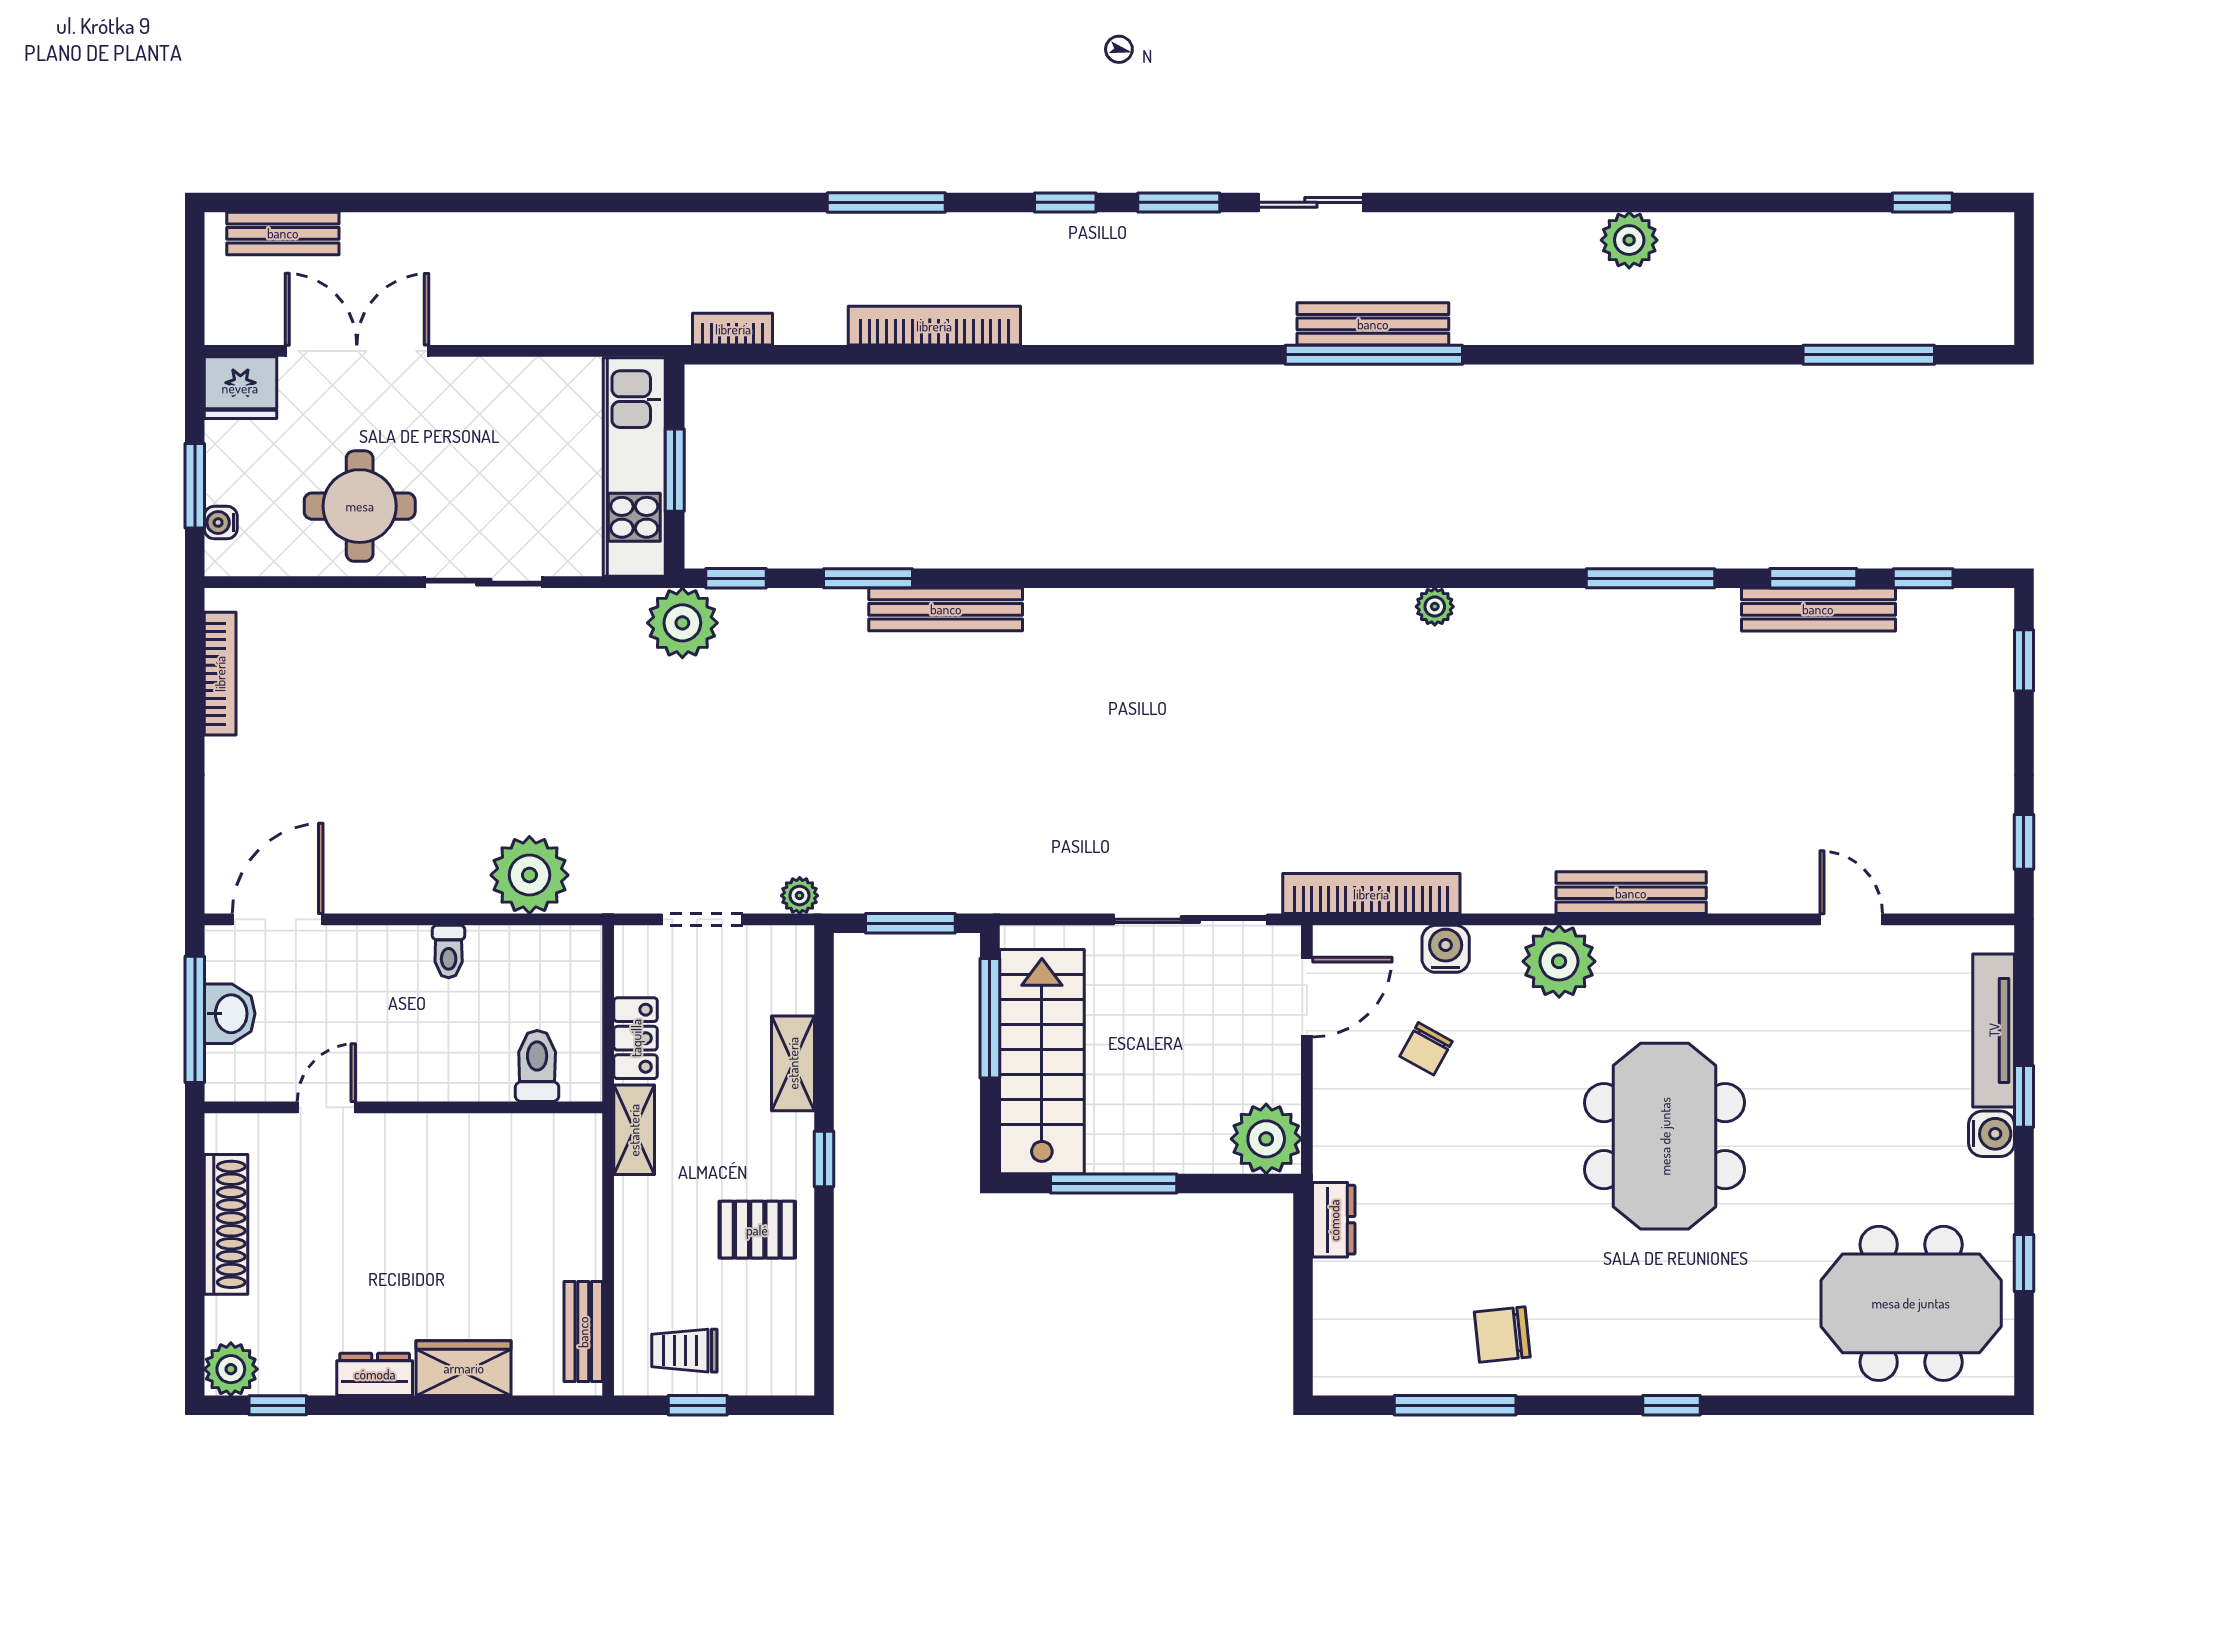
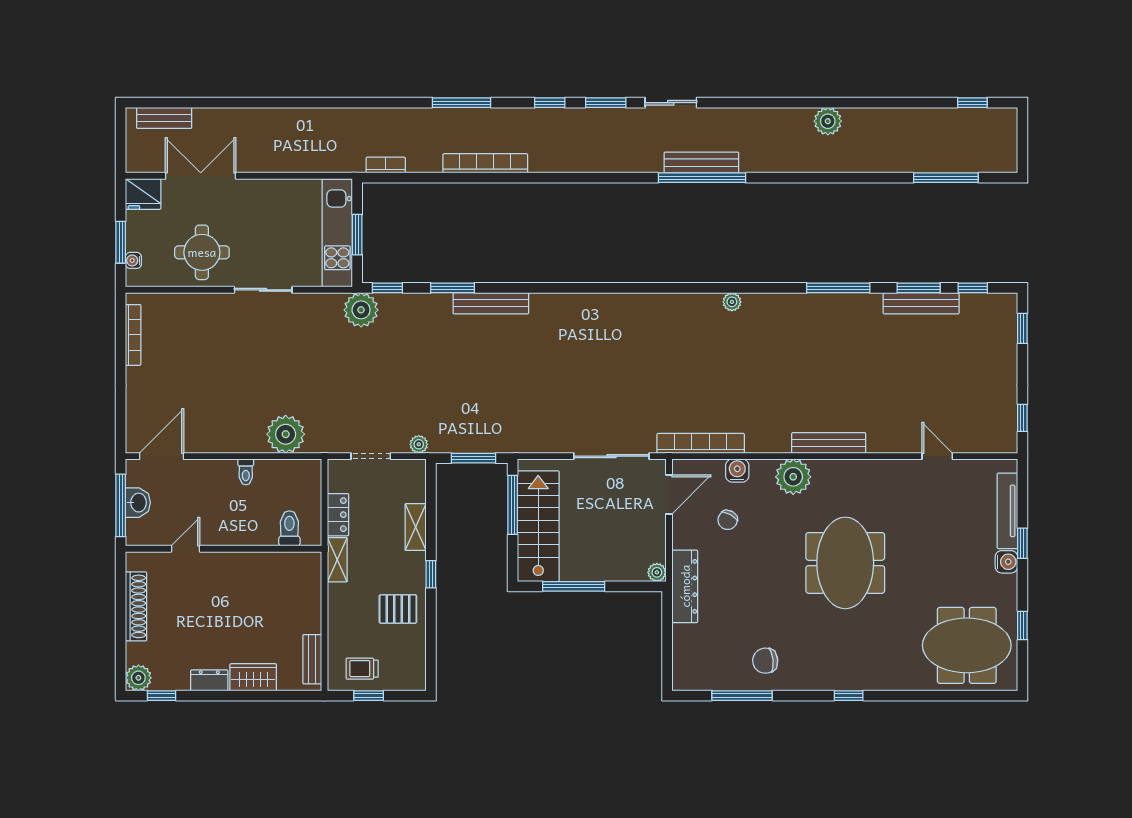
plant: (1266, 1139) -> (657, 572), width x0.53, depth x0.53
dresser: (1334, 1220) -> (685, 586), width x1.96, depth x1.24

